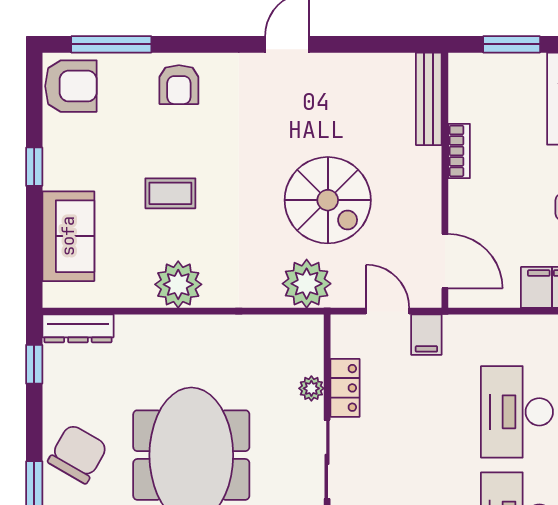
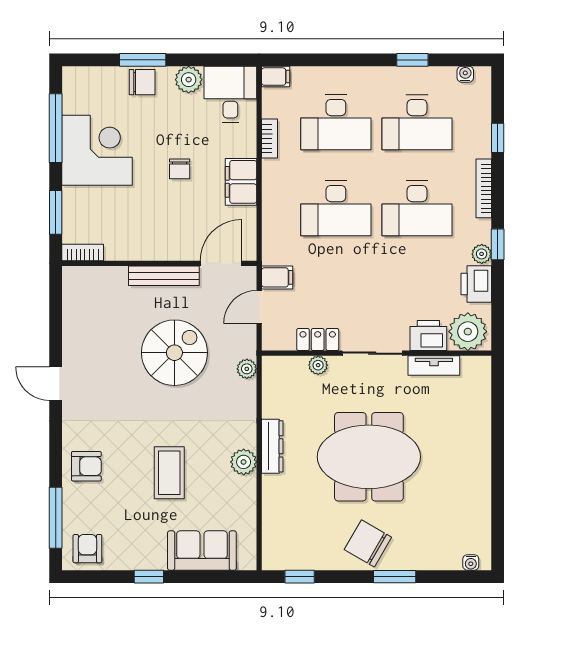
armchair: (71, 86) -> (87, 549), width x0.72, depth x0.72
bench: (429, 99) -> (164, 276), moved
bookcase: (459, 151) -> (83, 252), moved
coffee table: (170, 193) -> (169, 473), width x1.36, depth x1.30
plant: (178, 284) -> (244, 462), width x0.73, depth x0.73
plant: (307, 284) -> (247, 369), width x0.53, depth x0.53
dresser: (78, 328) -> (272, 446), moved

